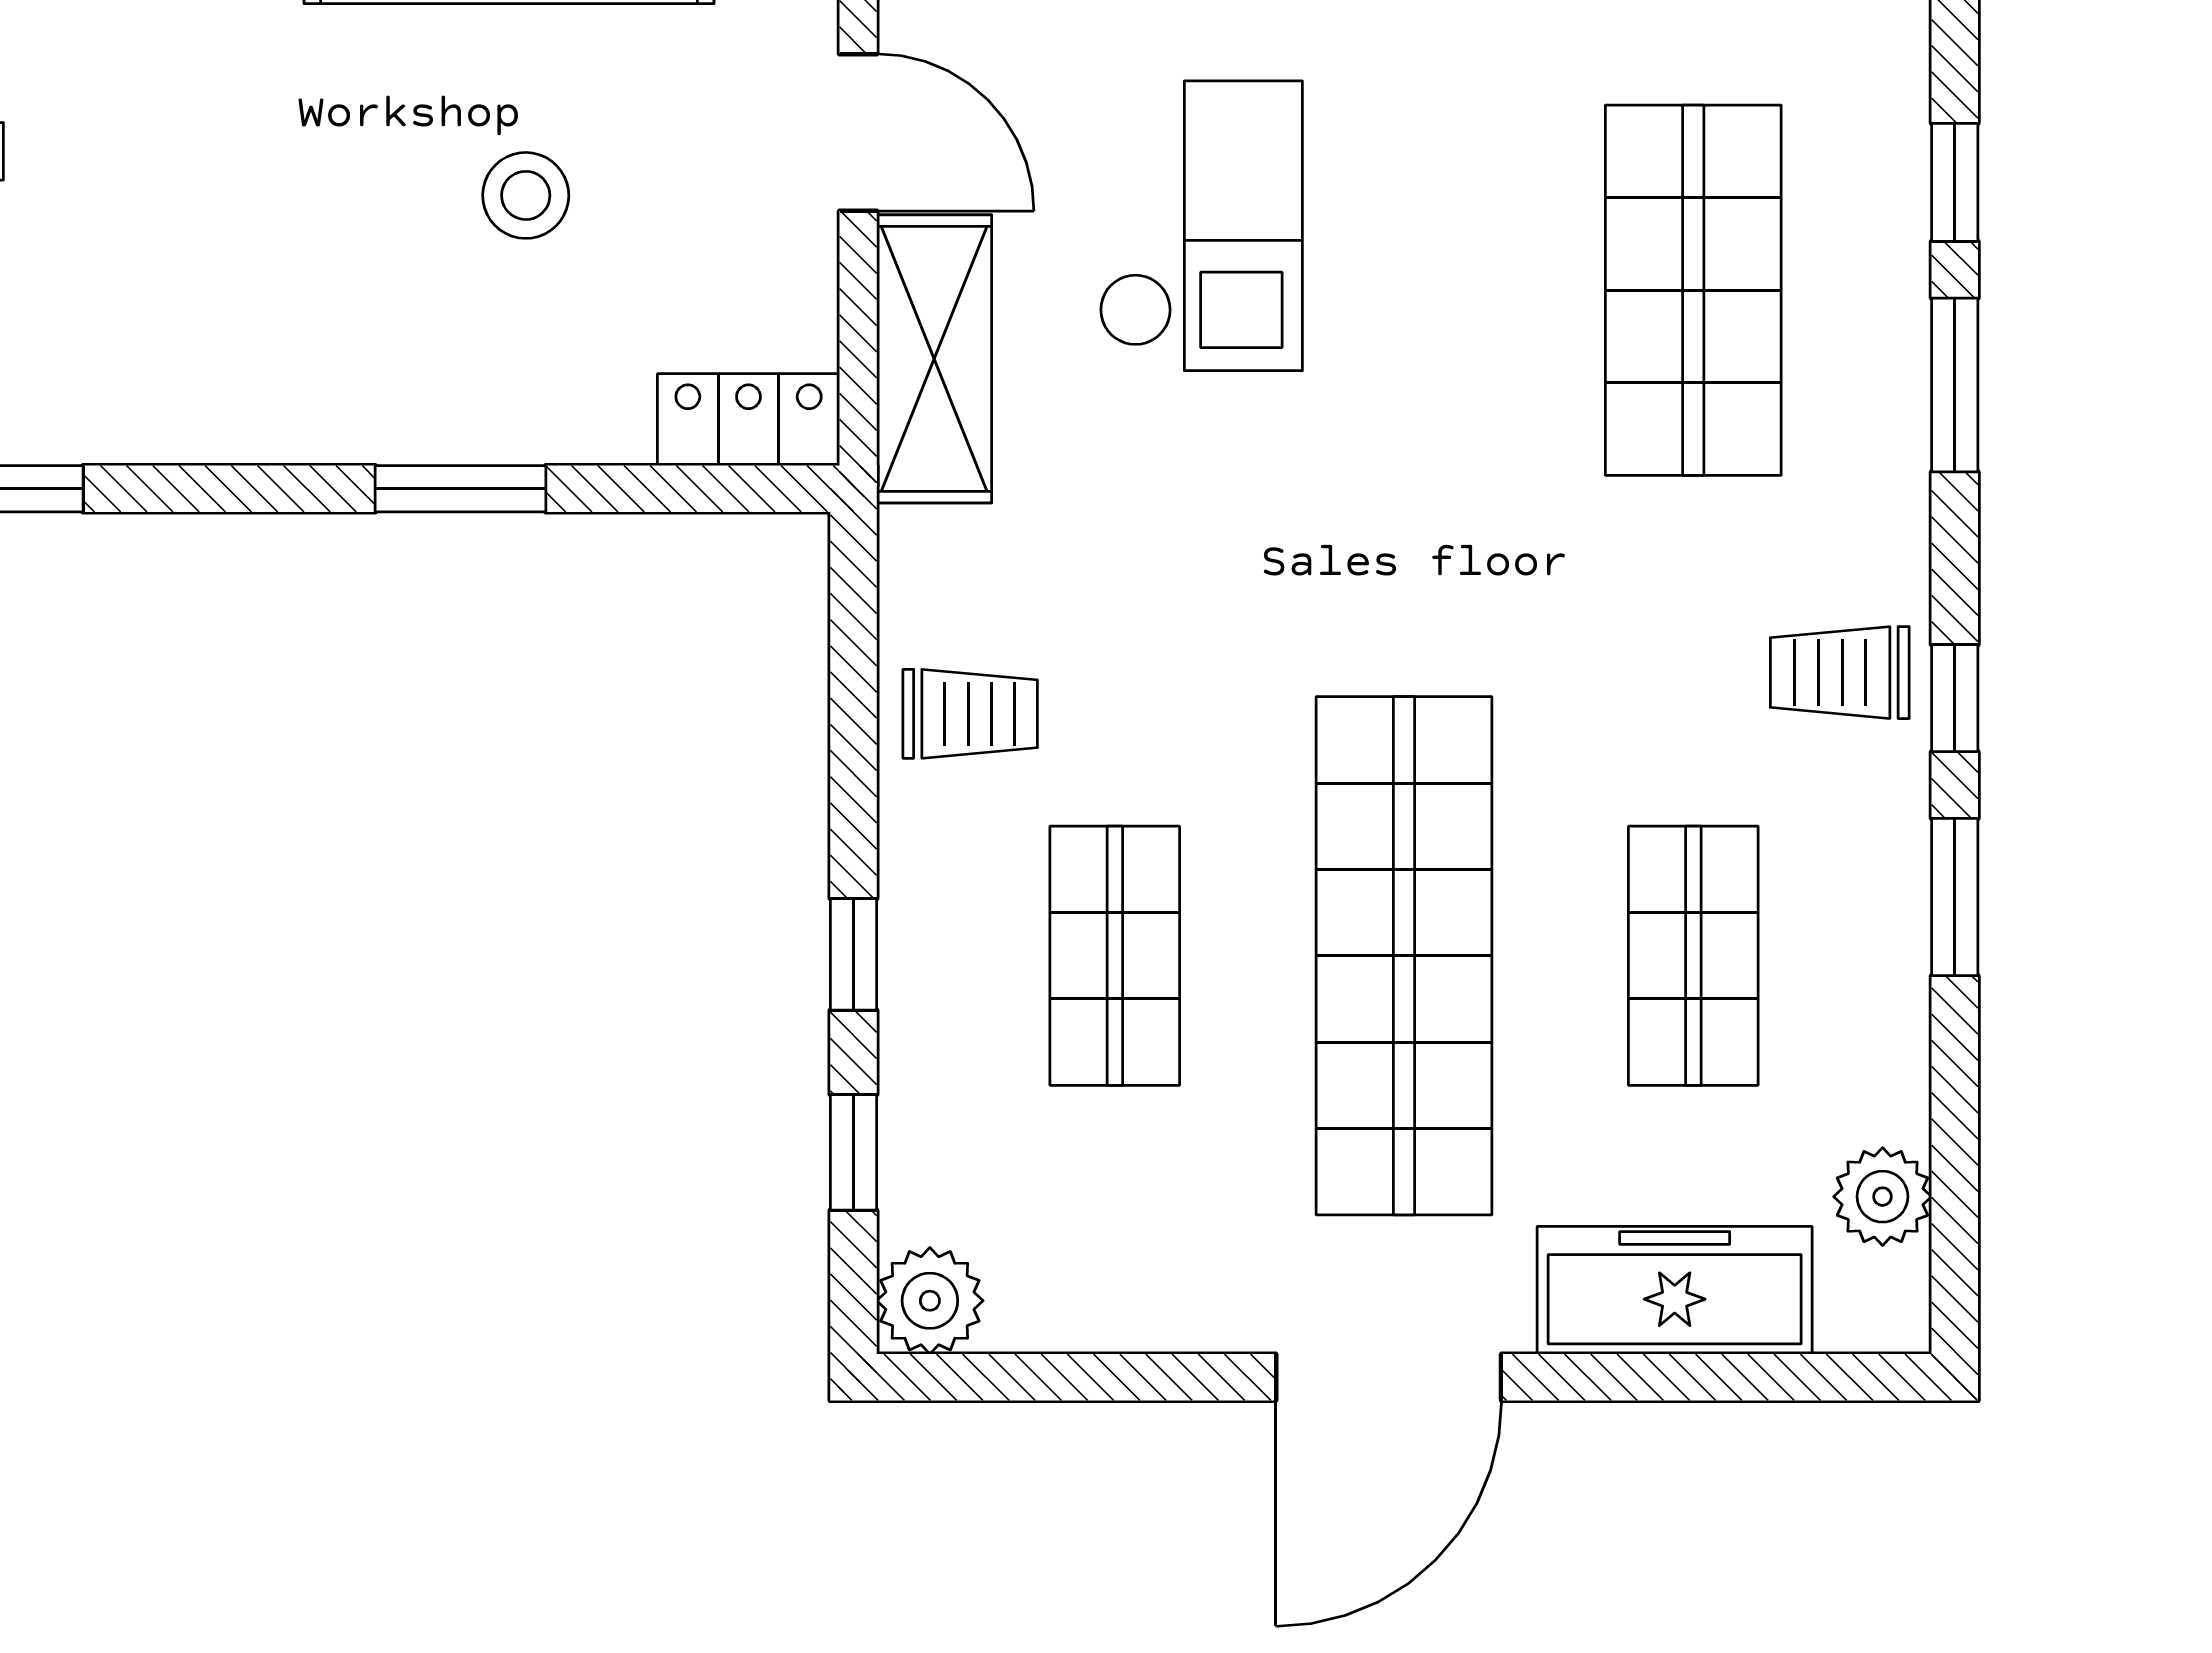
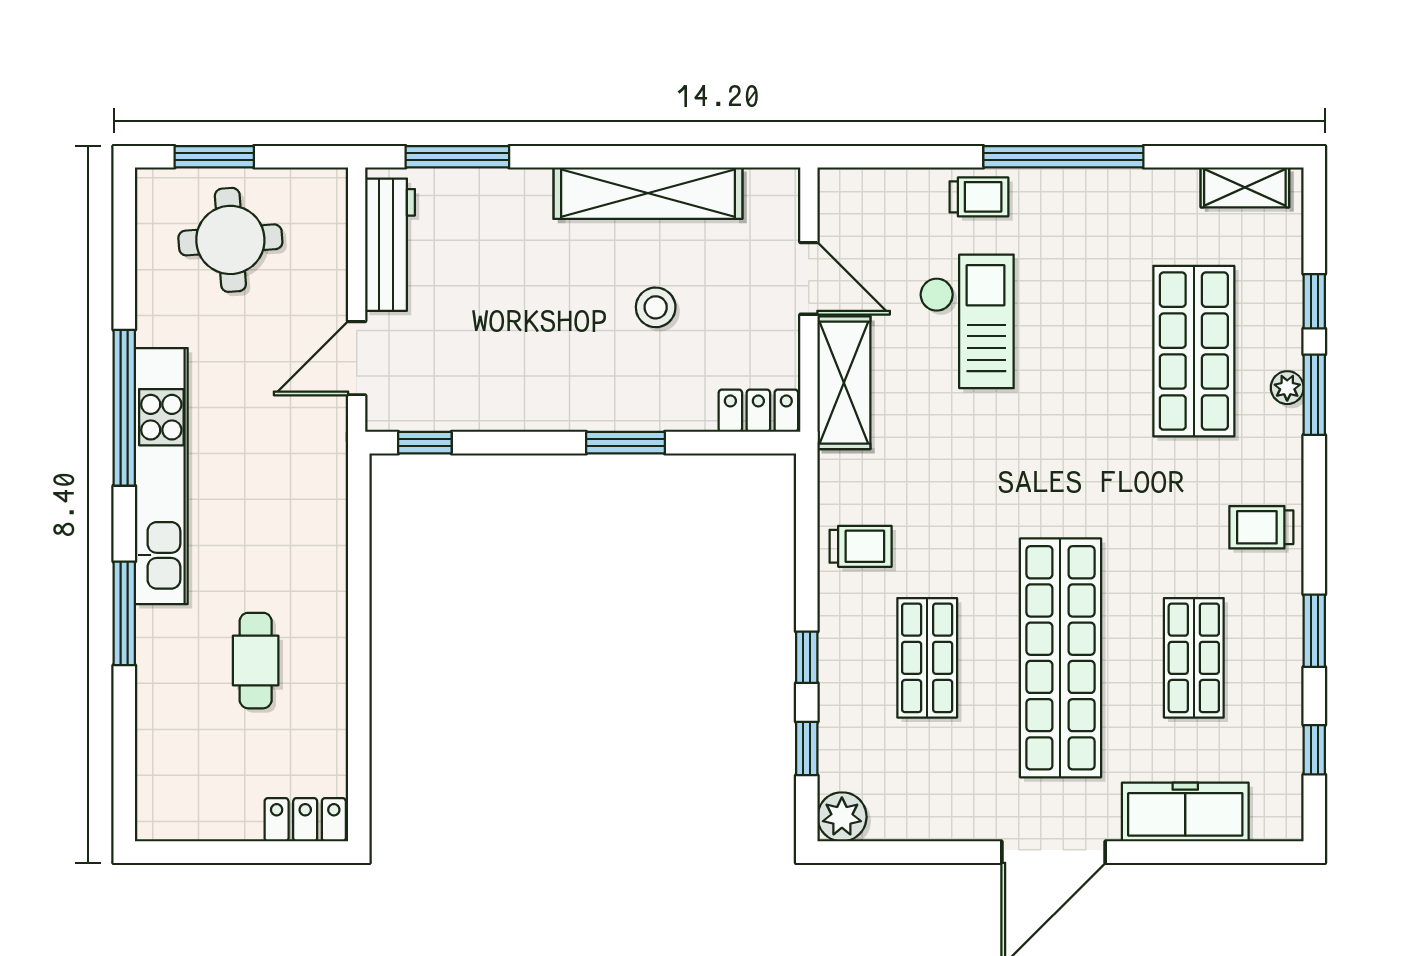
window: (1955, 698) -> (1314, 750), moved
plant: (1883, 1197) -> (1287, 388), moved, width x0.73, depth x0.73

